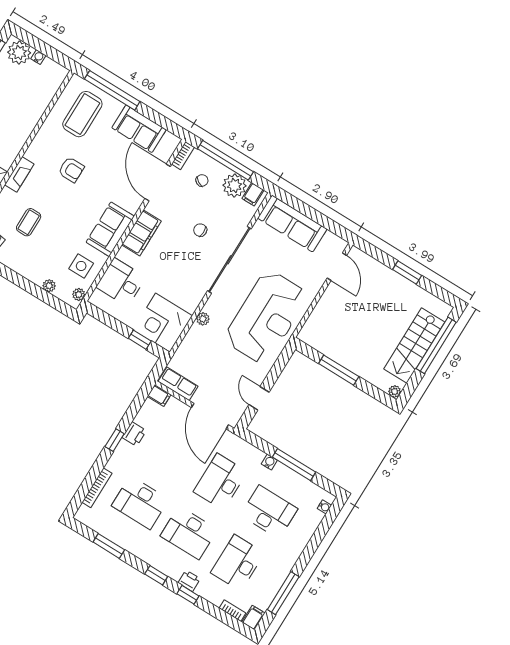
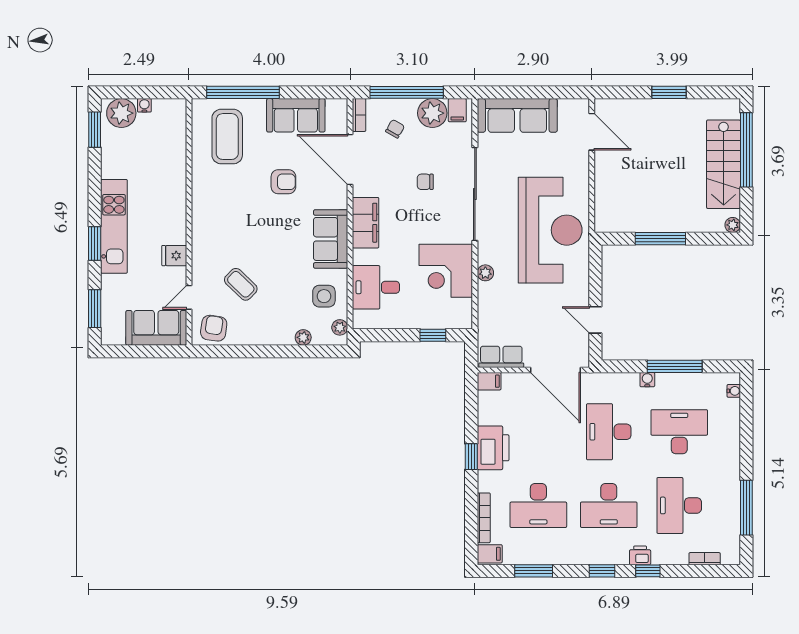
armchair: (71, 170) -> (283, 182), moved
fireplace: (19, 174) -> (200, 240), removed
coffee table: (29, 222) -> (241, 284), turned -46
corner desk: (163, 323) -> (446, 271), moved
printer: (134, 434) -> (493, 448), width x1.87, depth x1.48
filing cabinet: (253, 618) -> (490, 554), moved, turned 90

